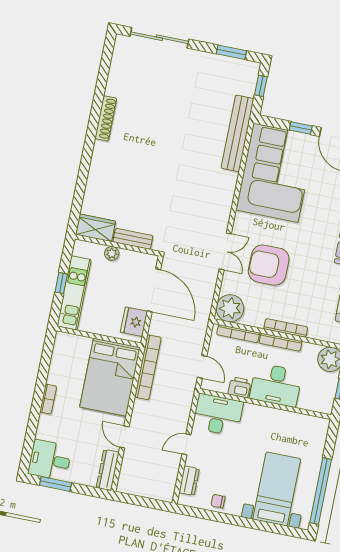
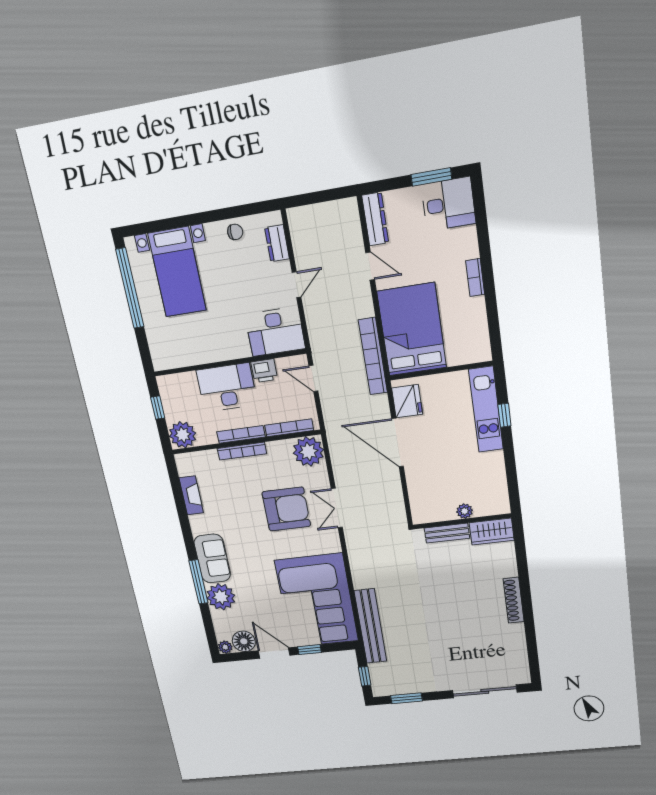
wardrobe: (96, 228) -> (492, 532), moved
bench: (133, 239) -> (447, 533), moved
wall: (117, 245) -> (462, 521), moved
plant: (112, 253) -> (465, 511), moved

